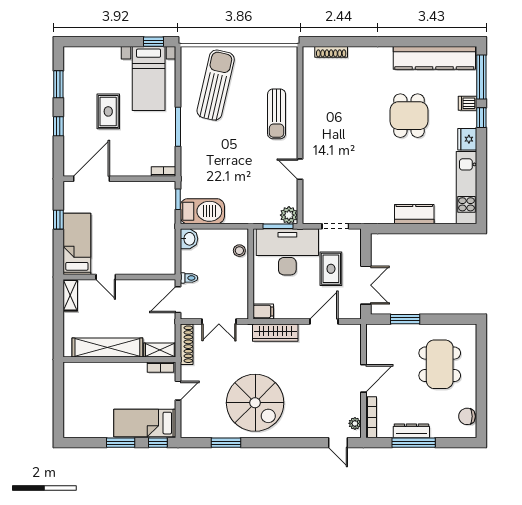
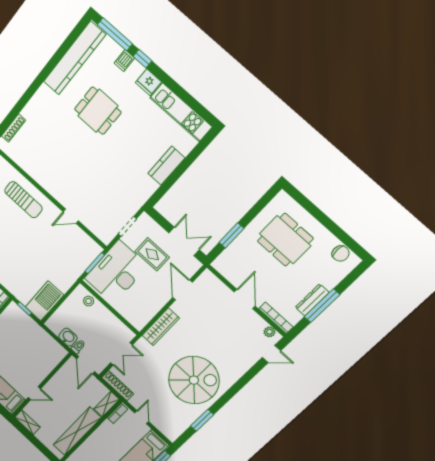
plant: (289, 215) -> (94, 250), removed
washbasin: (189, 239) -> (68, 337), moved
filing cabinet: (263, 311) -> (140, 322), removed
chair: (467, 416) -> (341, 253), turned -90

